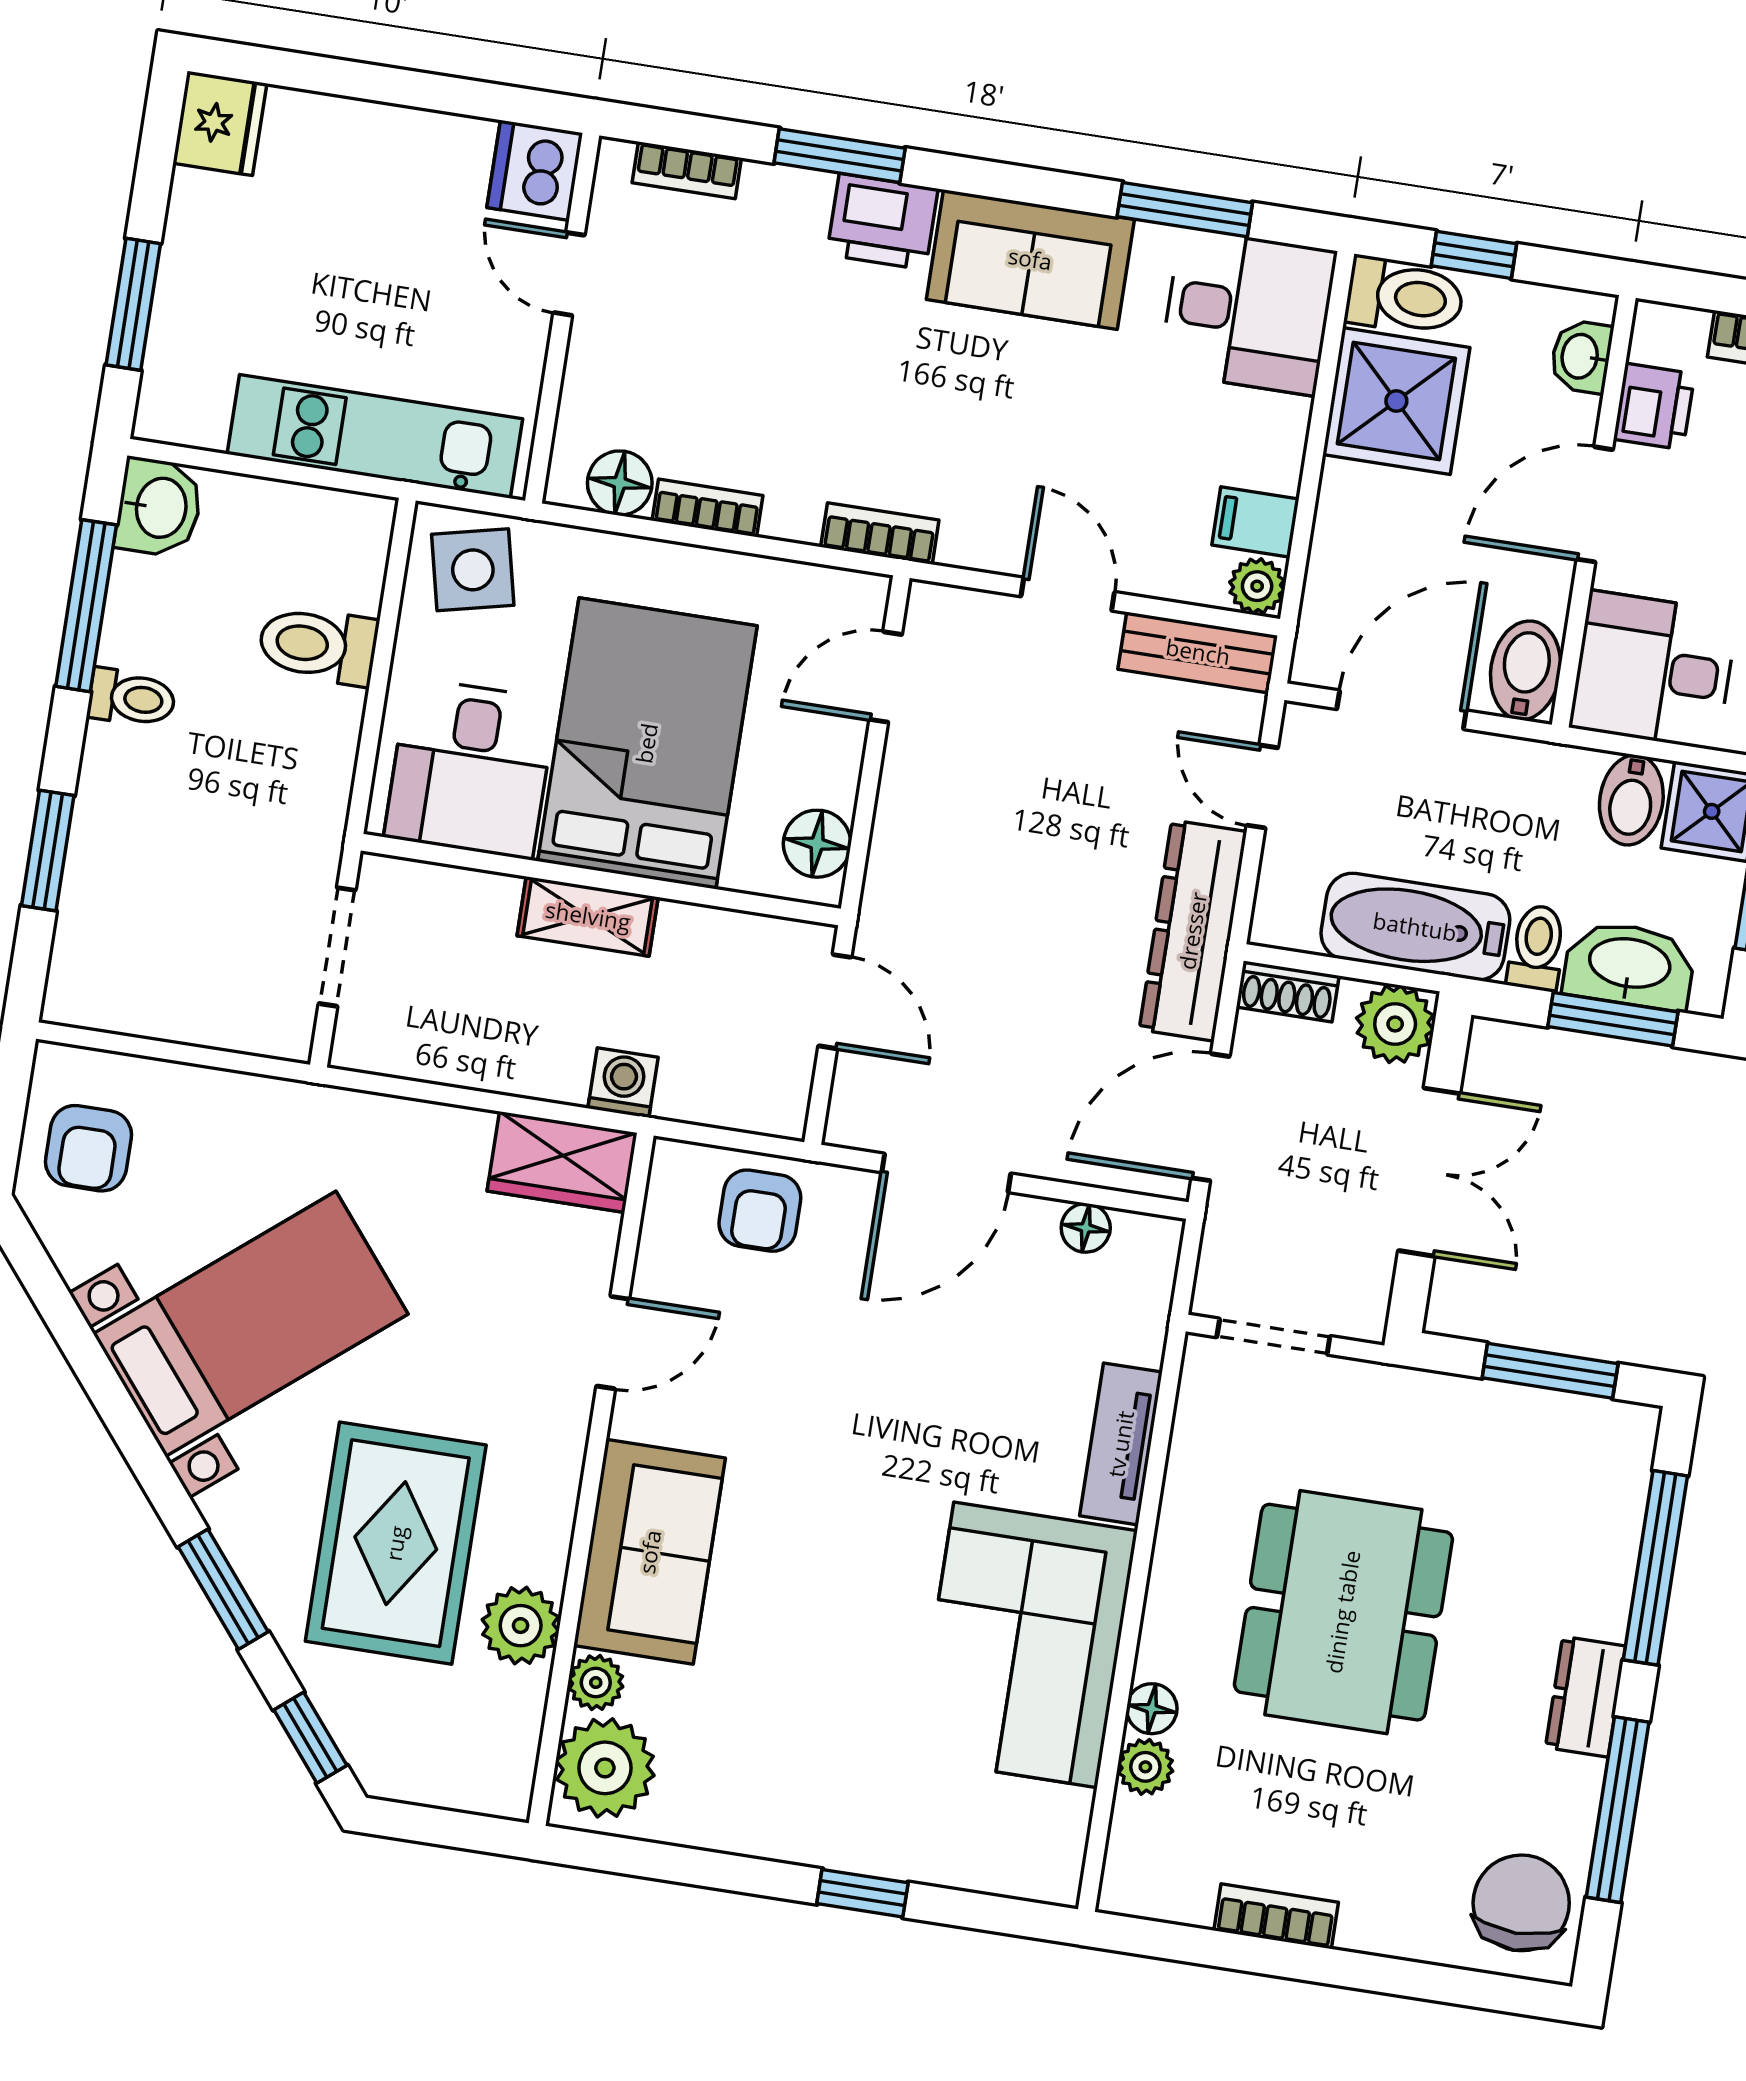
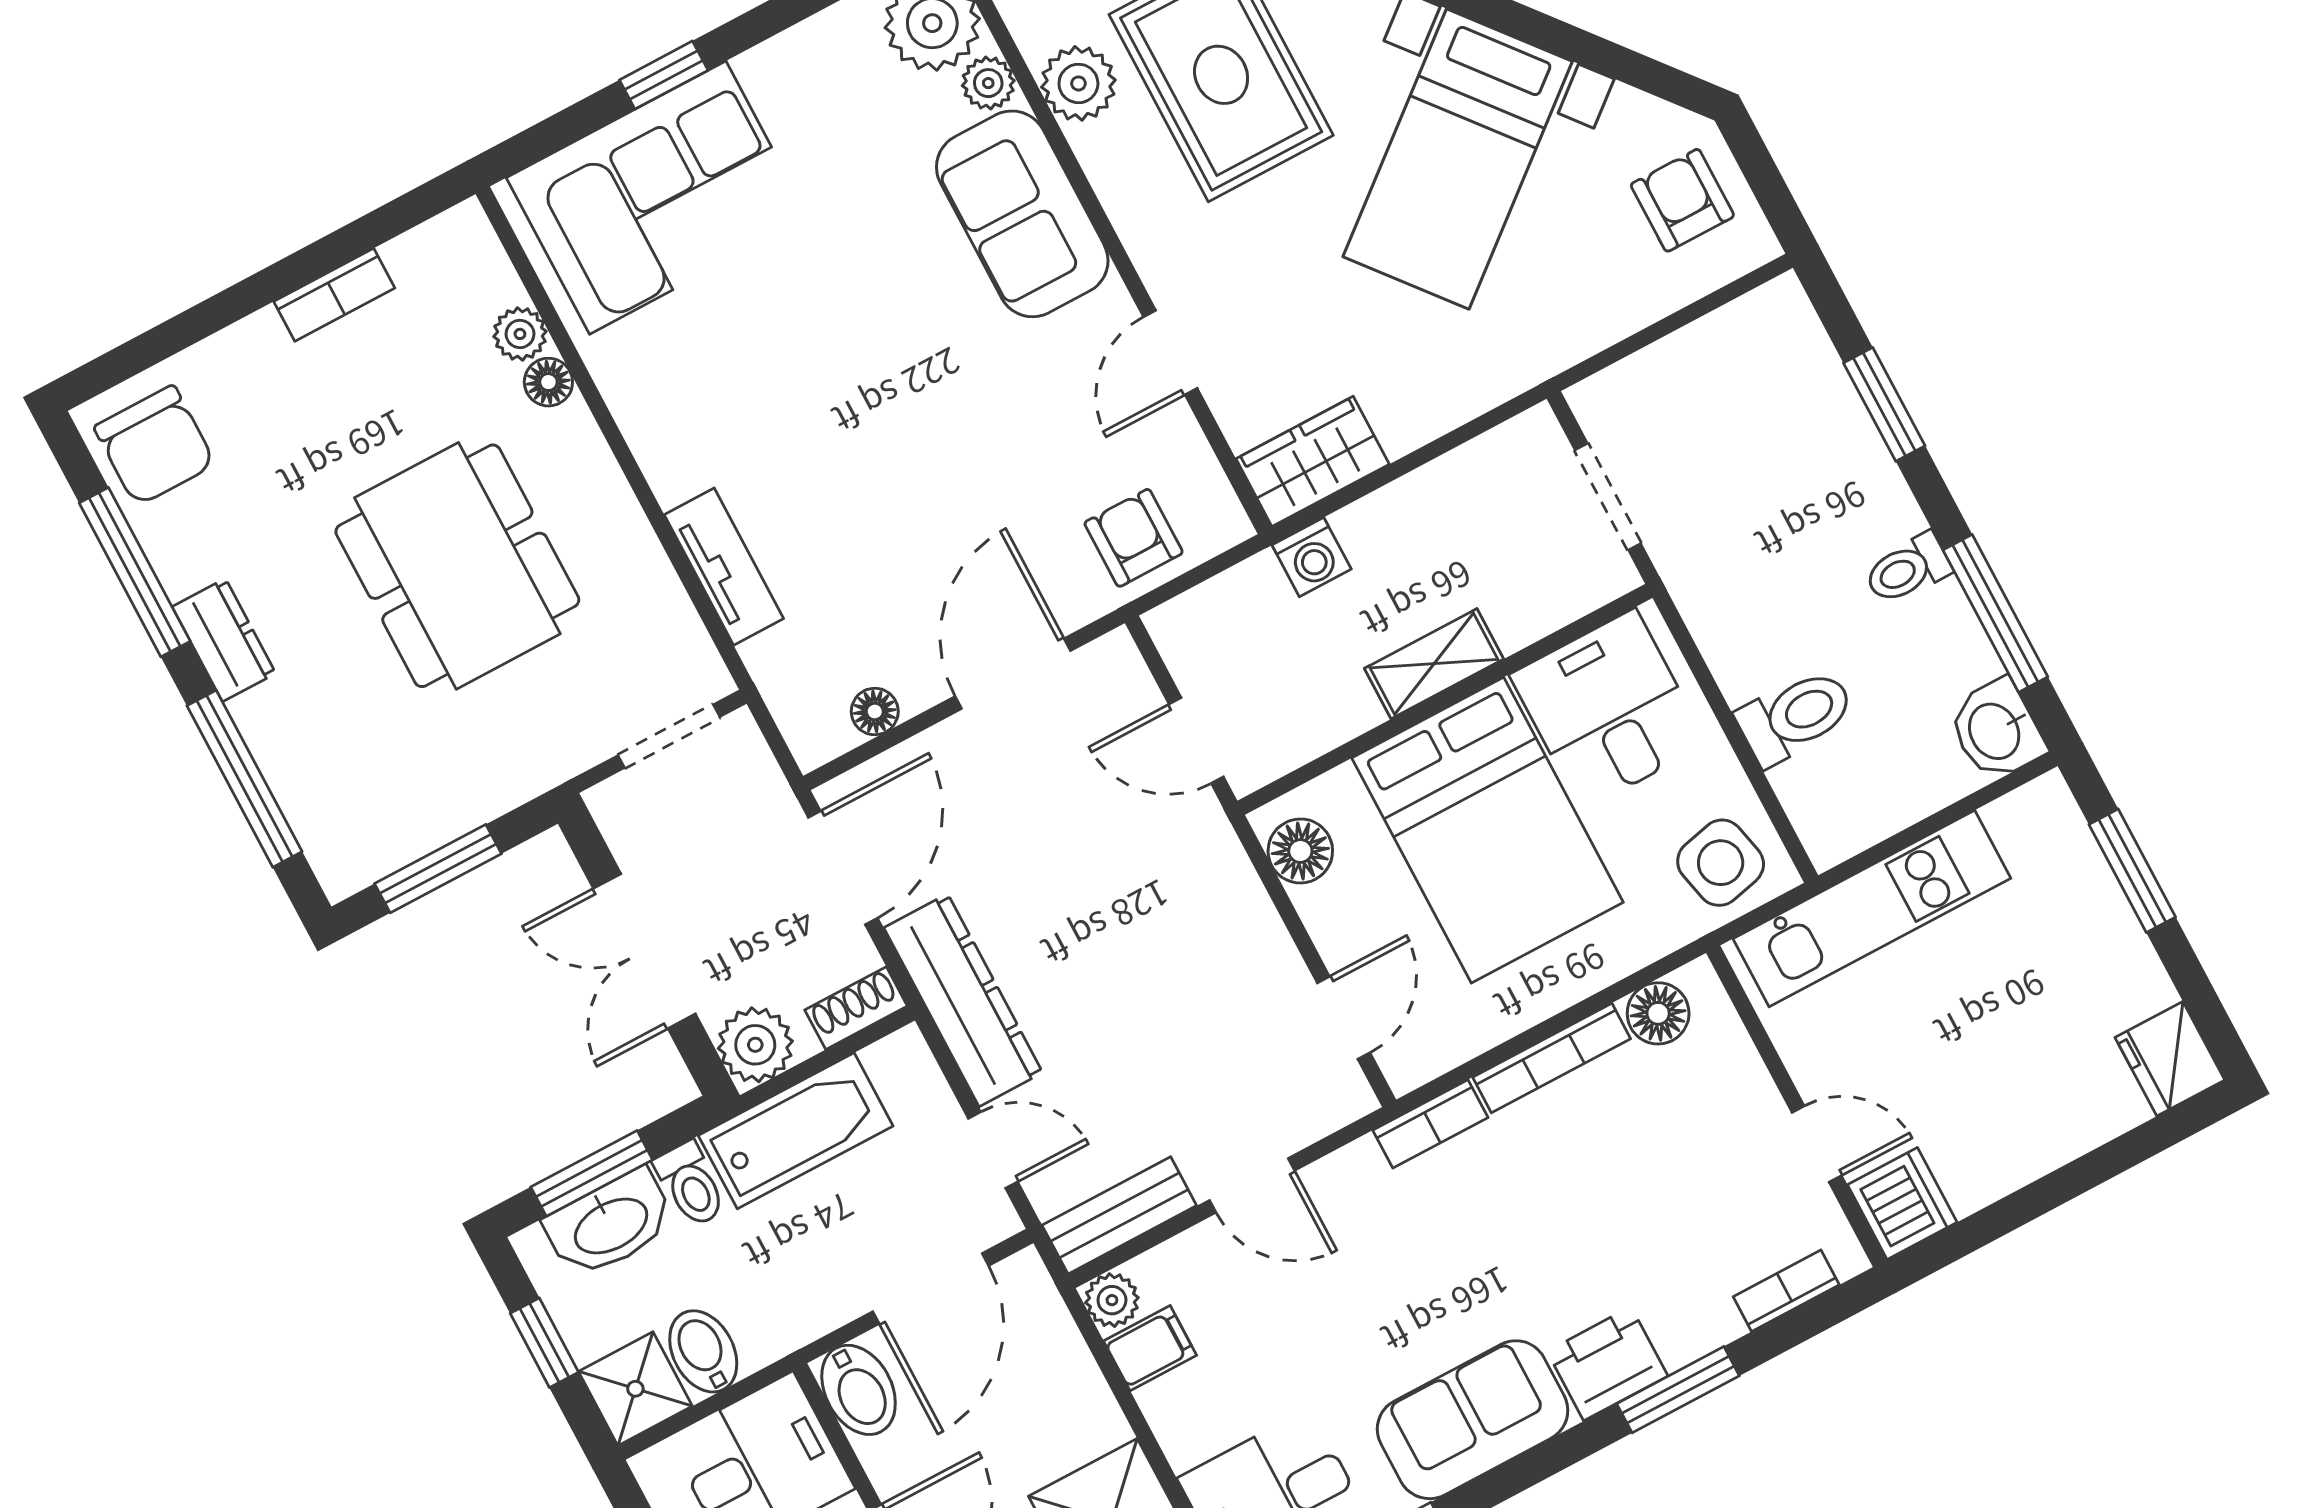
bookcase: (708, 508) -> (1552, 1058), width x1.56
corner sofa: (1025, 1645) -> (658, 198), moved, turned 90

